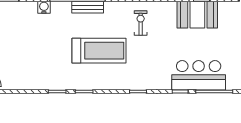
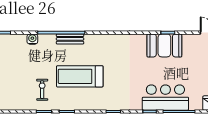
exercise bike: (141, 23) -> (42, 90), moved
treadmill: (99, 51) -> (80, 76), turned 180

